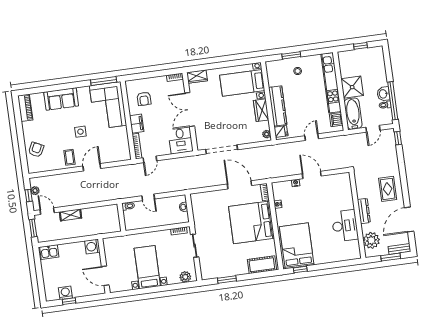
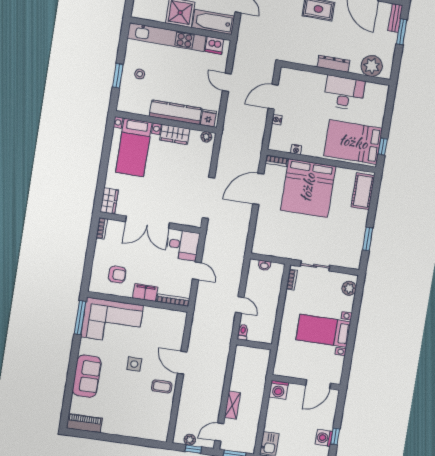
armchair: (36, 150) -> (140, 424), removed
door: (150, 159) -> (197, 271), moved
door: (148, 197) -> (240, 305), hinge flipped
dresser: (364, 211) -> (333, 64), moved
wall: (357, 215) -> (336, 73), moved
desk: (345, 226) -> (344, 93), moved
plant: (371, 240) -> (372, 66), moved

